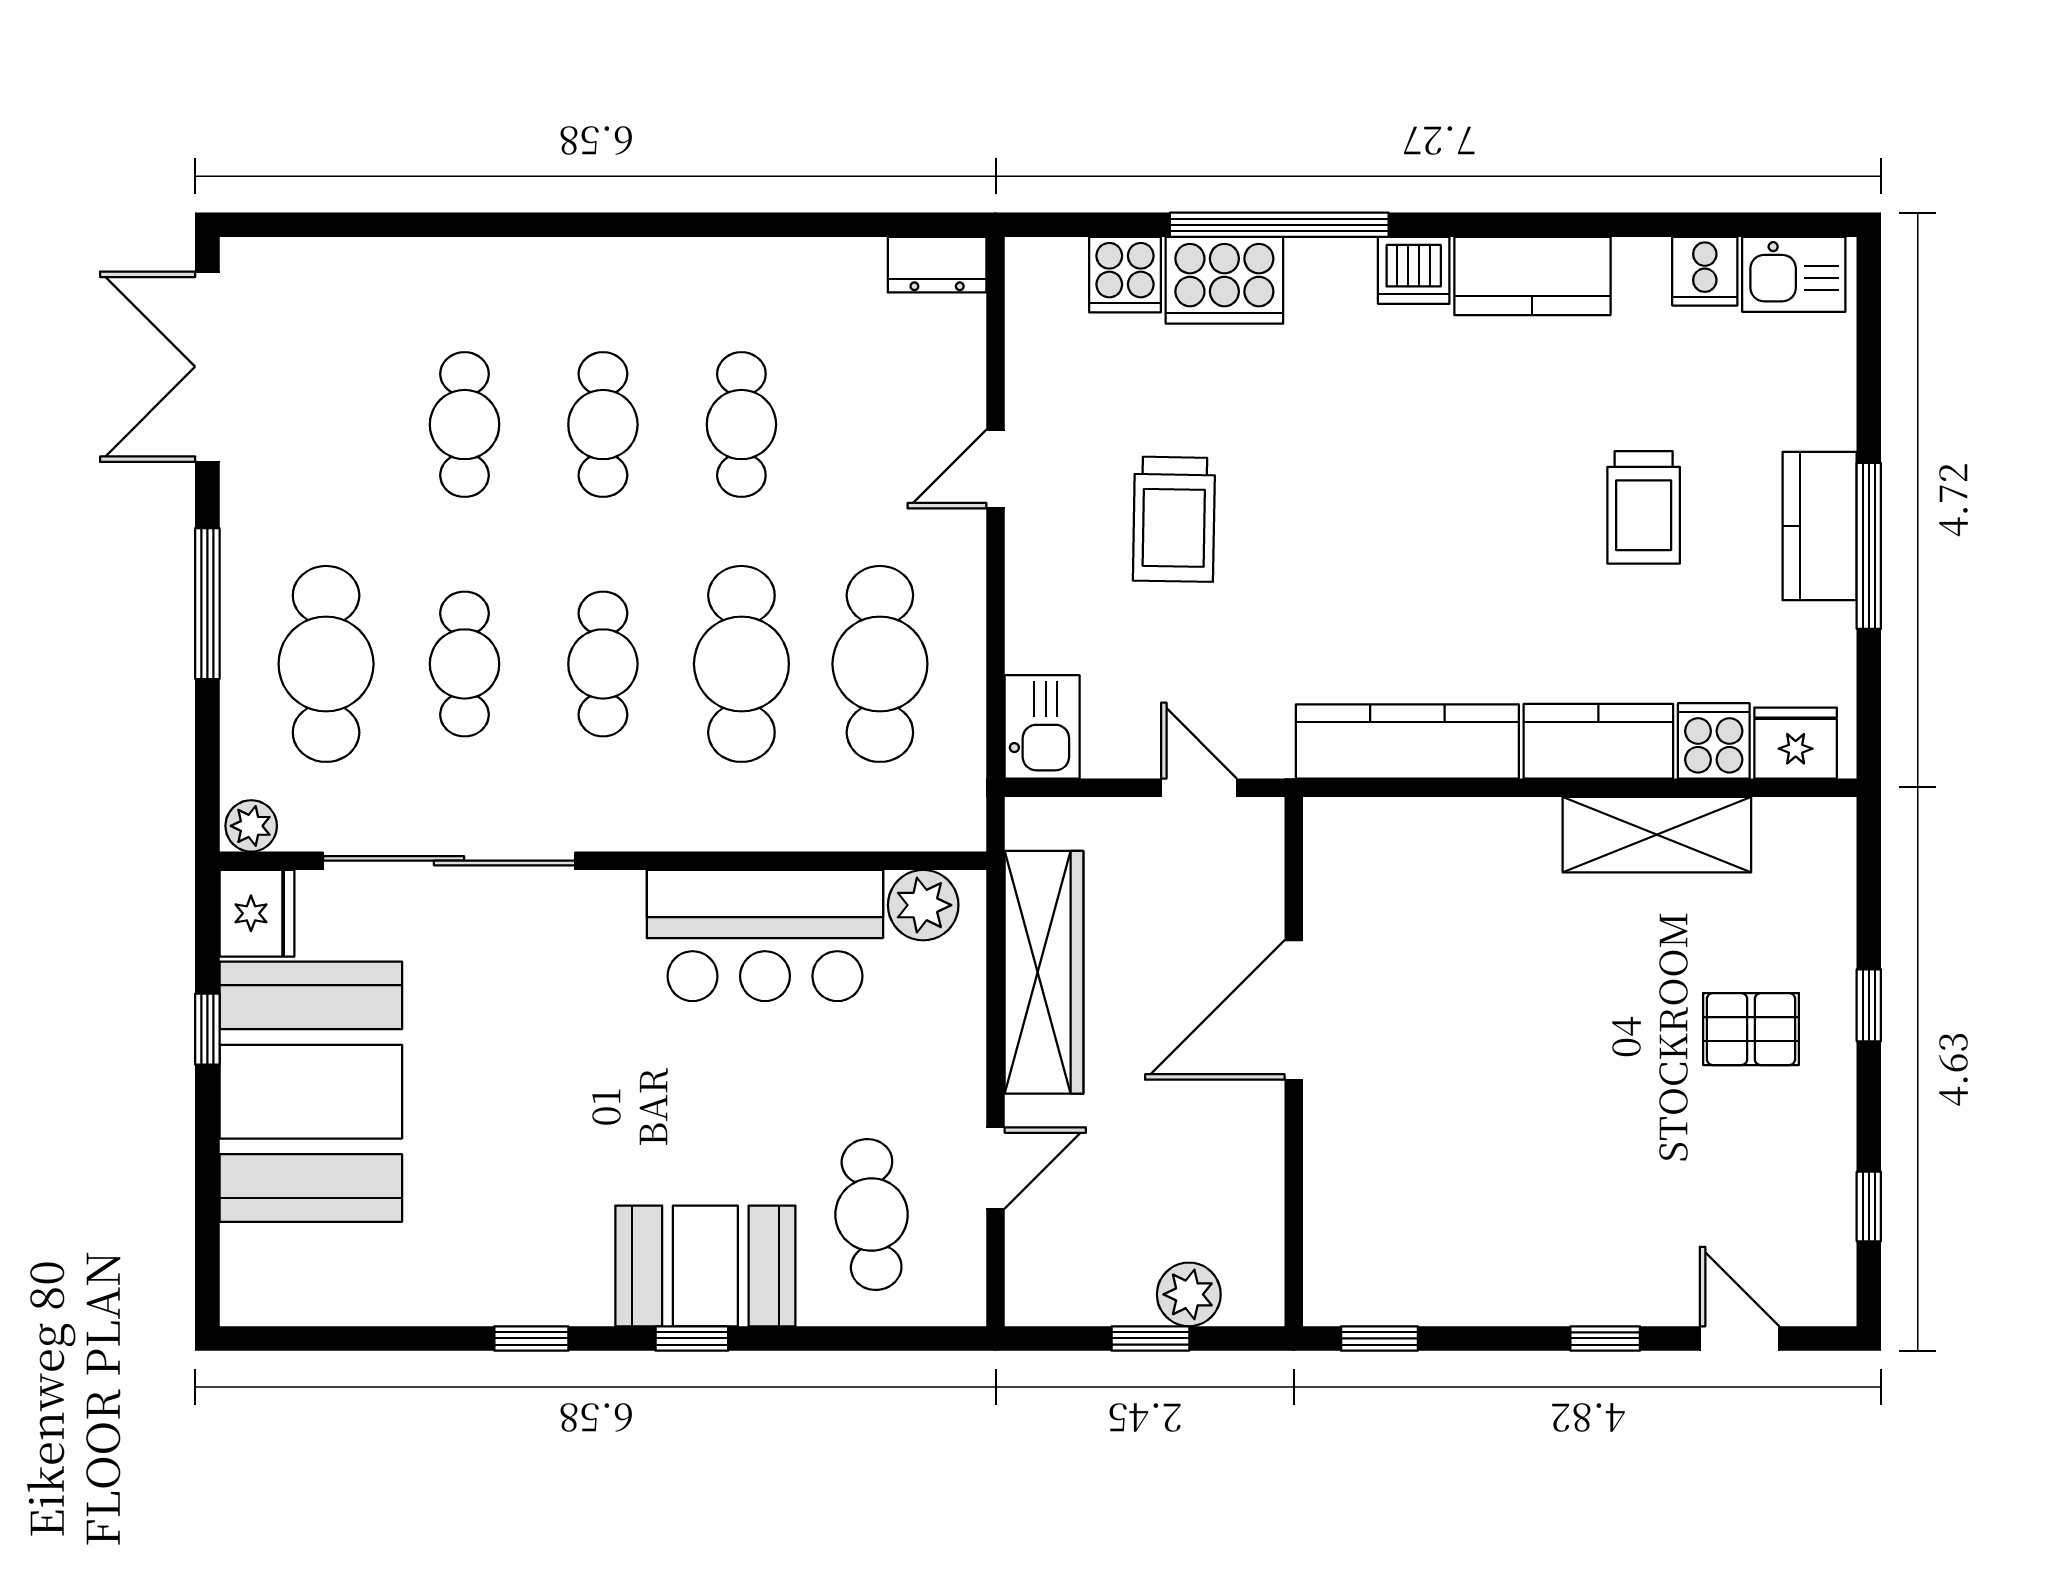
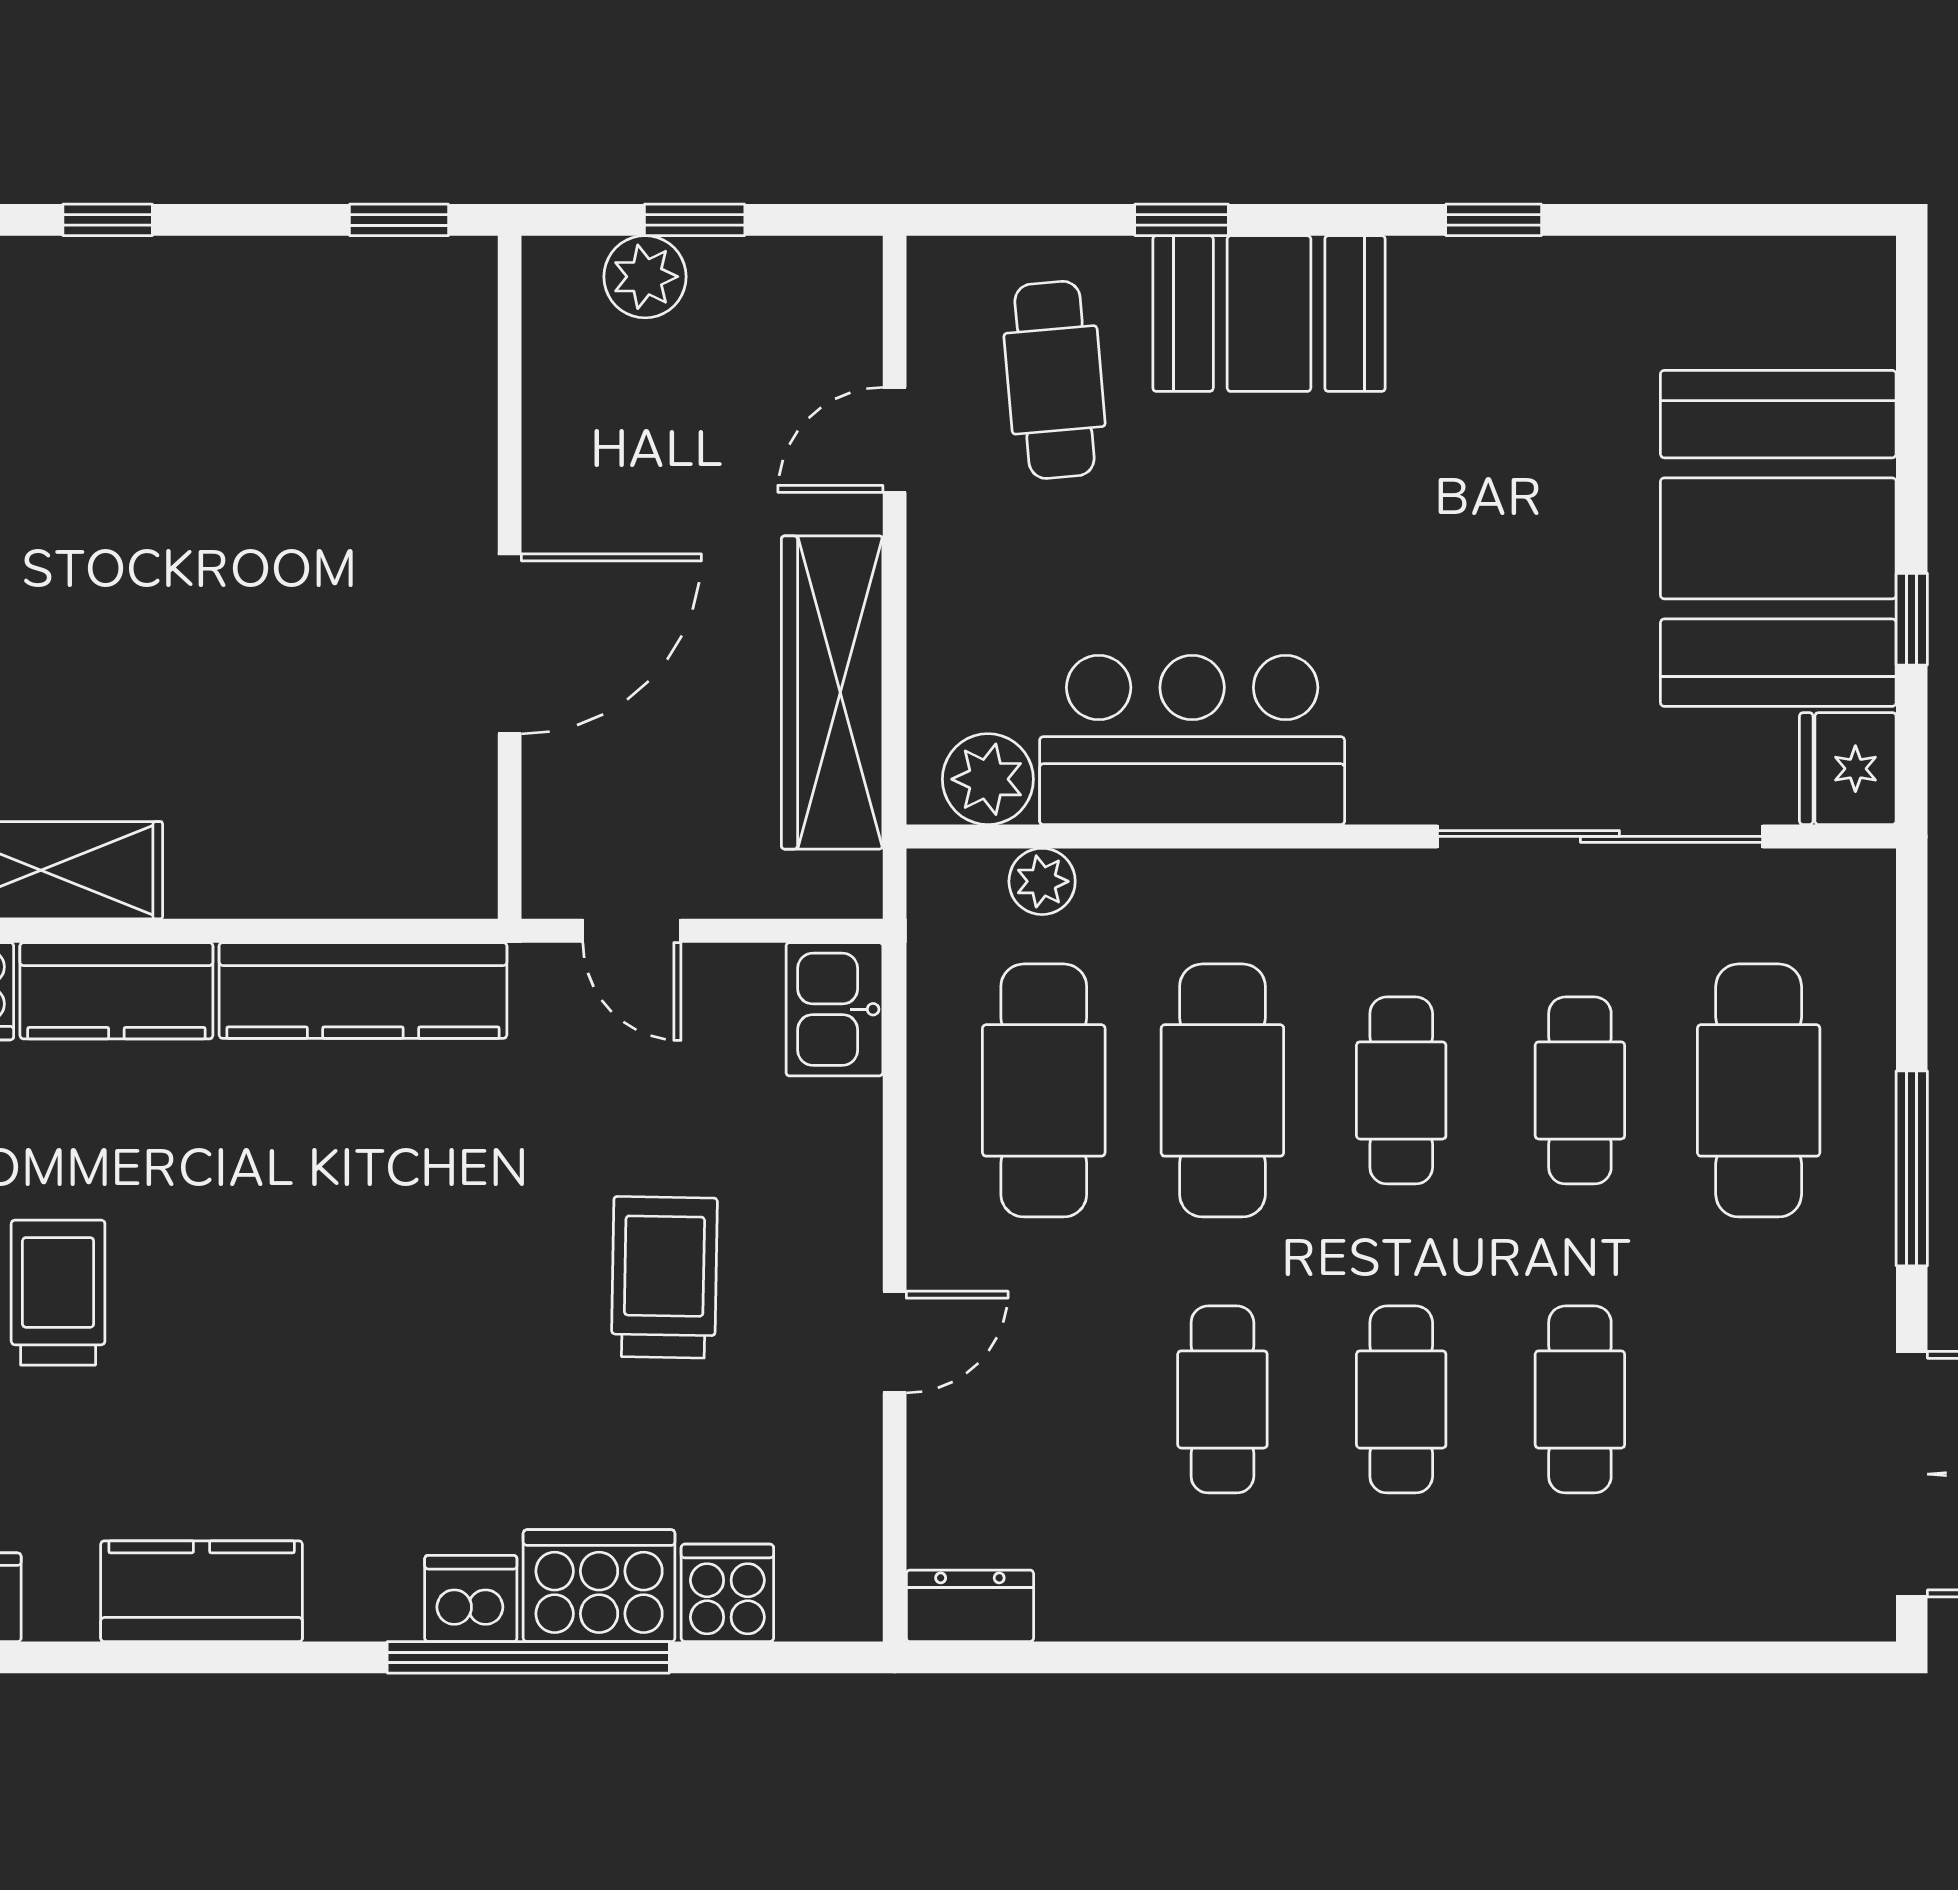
dishwasher: (1414, 270) -> (471, 1598), moved
plant: (251, 826) -> (1042, 881), moved
window: (692, 1338) -> (1182, 220), moved

